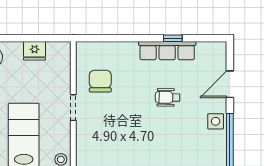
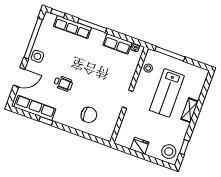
row of seats: (167, 51) -> (35, 108), moved
chair: (100, 81) -> (89, 115), moved, turned -90

